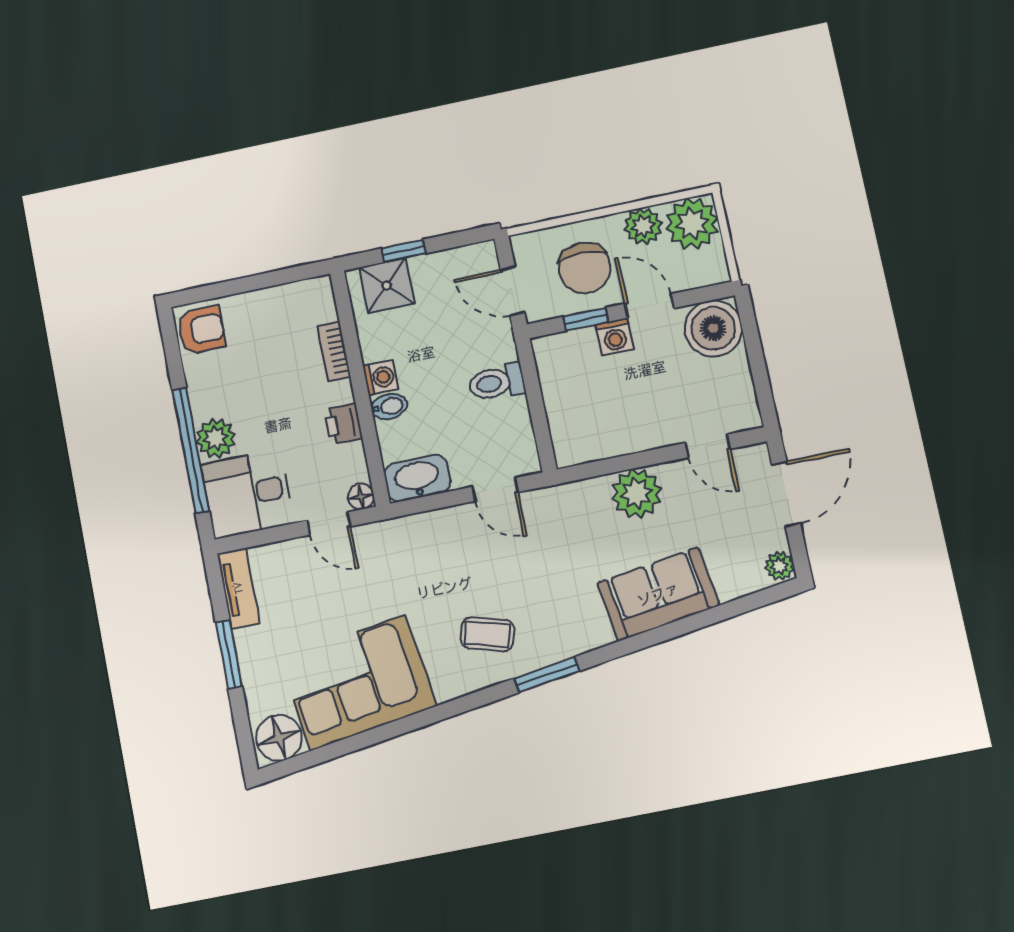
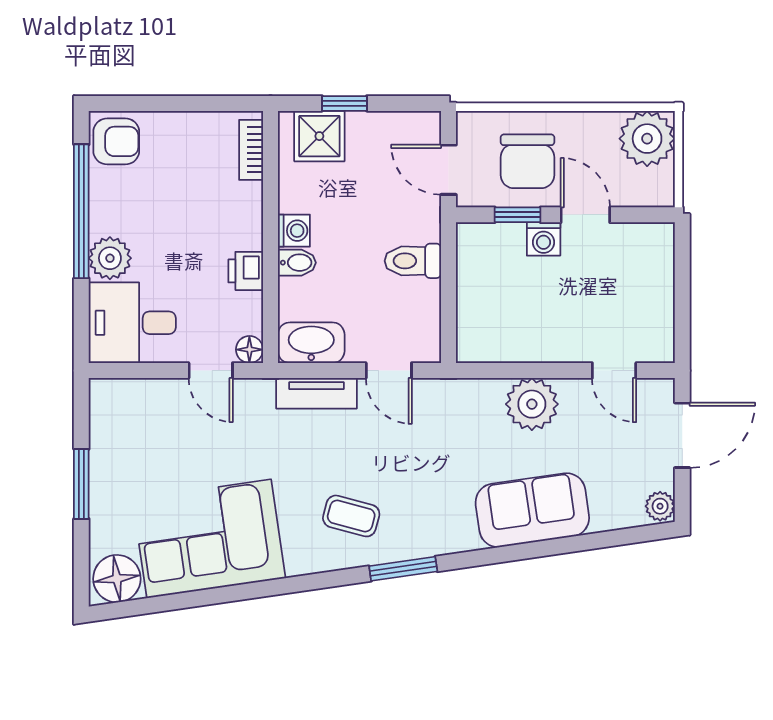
plant: (643, 226) -> (596, 131), removed
boiler: (713, 328) -> (645, 252), removed
bookcase: (334, 352) -> (251, 150), moved
window: (191, 450) -> (81, 211), moved
tv unit: (238, 588) -> (317, 393), moved, turned 90

